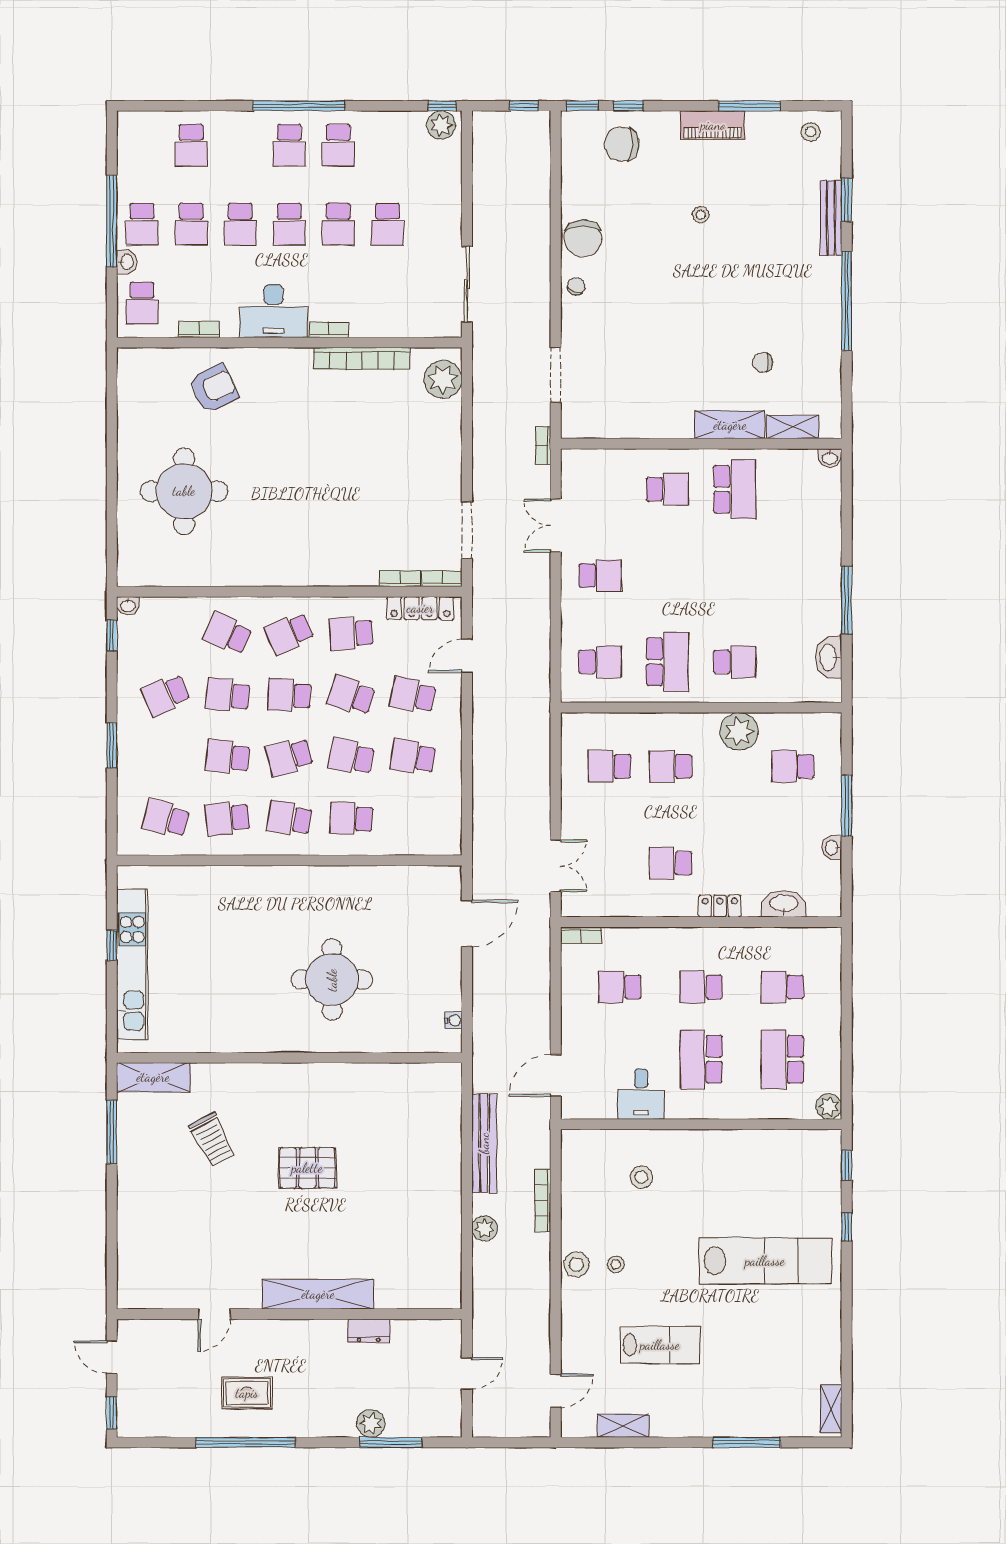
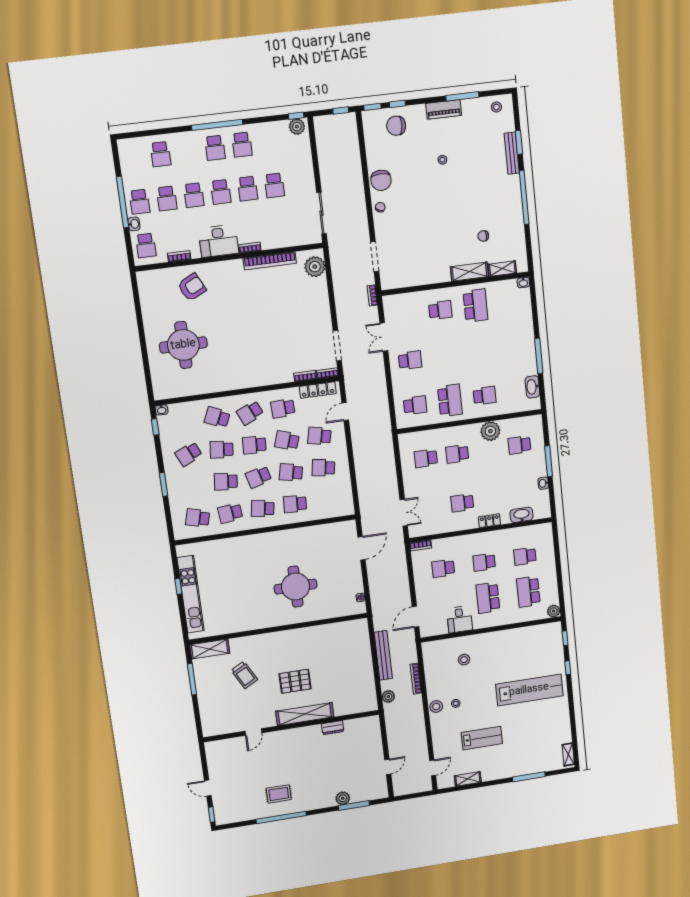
shelving: (318, 1294) -> (305, 714), moved
door: (214, 1314) -> (253, 732), moved
wall: (289, 1314) -> (292, 726), moved
dresser: (369, 1331) -> (333, 728), moved

